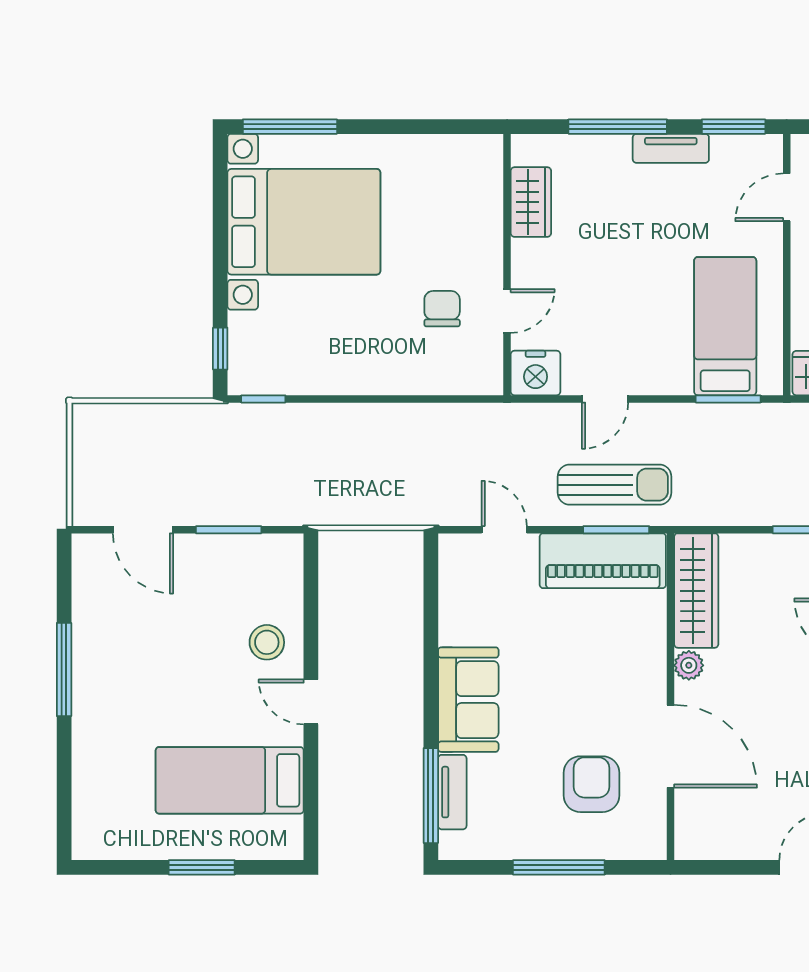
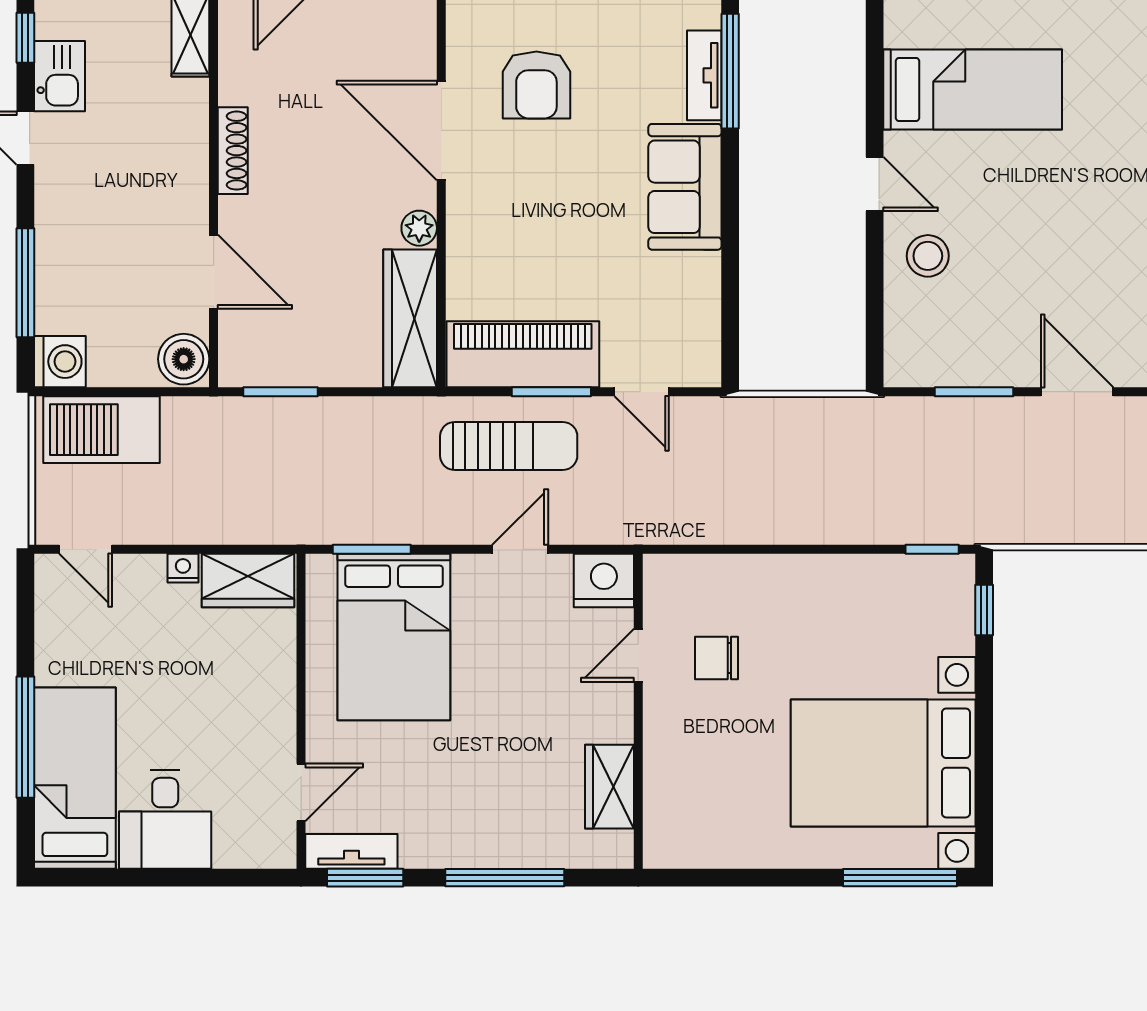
tv unit: (671, 148) -> (351, 851), moved
chair: (442, 309) -> (717, 658), turned 90
bed: (725, 326) -> (394, 637), width x1.50
sun lounger: (615, 485) -> (509, 446), turned 180
window: (616, 530) -> (551, 392), moved

